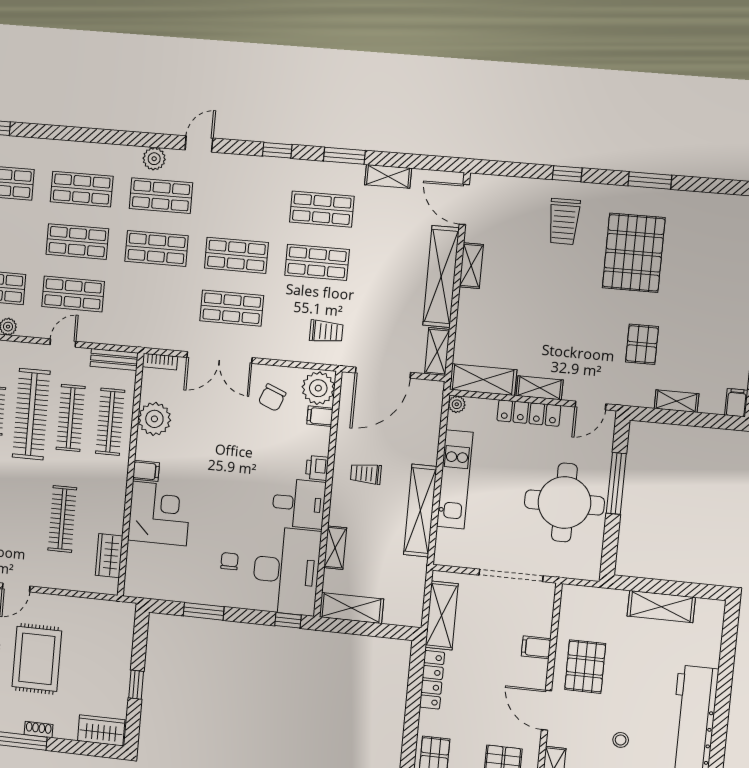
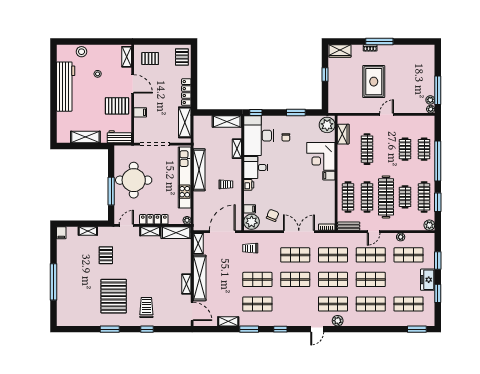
shop shelf: (152, 301) -> (333, 255), added
plant: (154, 419) -> (327, 125), moved
kitchen unit: (455, 479) -> (185, 178), width x1.36
workbench: (587, 599) -> (119, 137), added
pallet: (585, 667) -> (117, 106), turned 90

